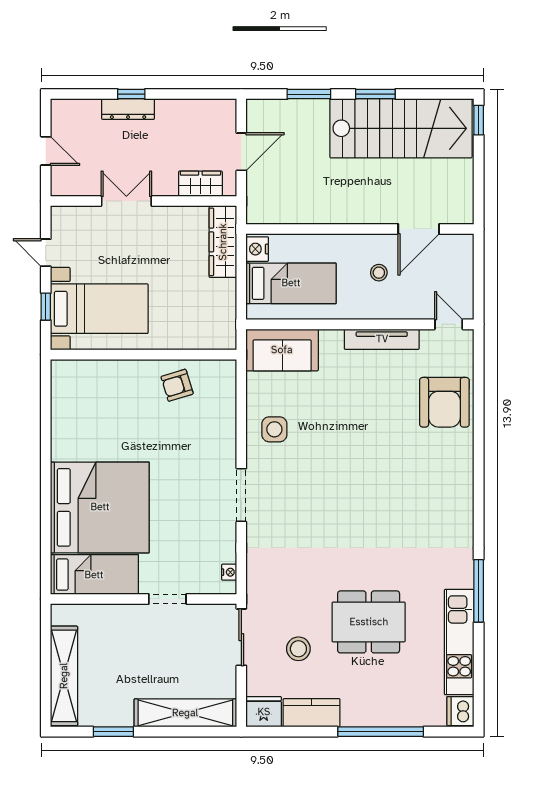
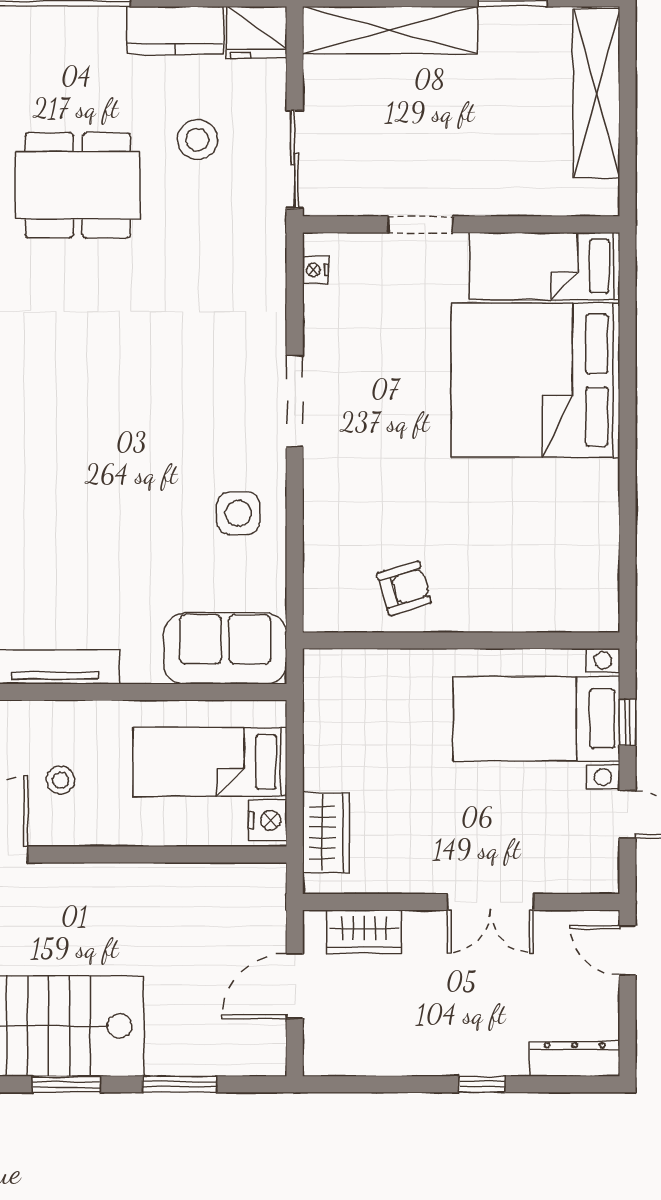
dresser: (128, 109) -> (575, 1059), moved
door: (46, 151) -> (628, 950), moved
wardrobe: (223, 242) -> (326, 833), width x0.67

